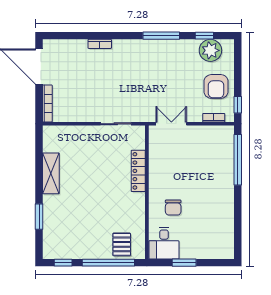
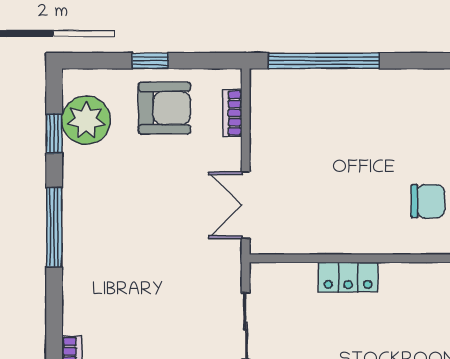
window: (238, 105) -> (150, 61), moved
locker: (138, 171) -> (348, 277), width x0.66

